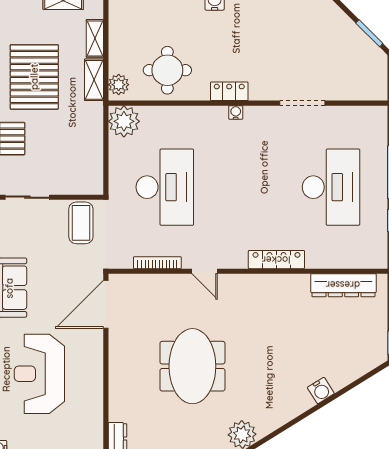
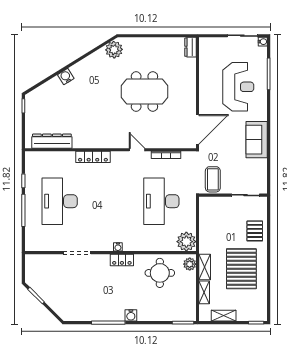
meeting table: (192, 366) -> (144, 91), turned 90

